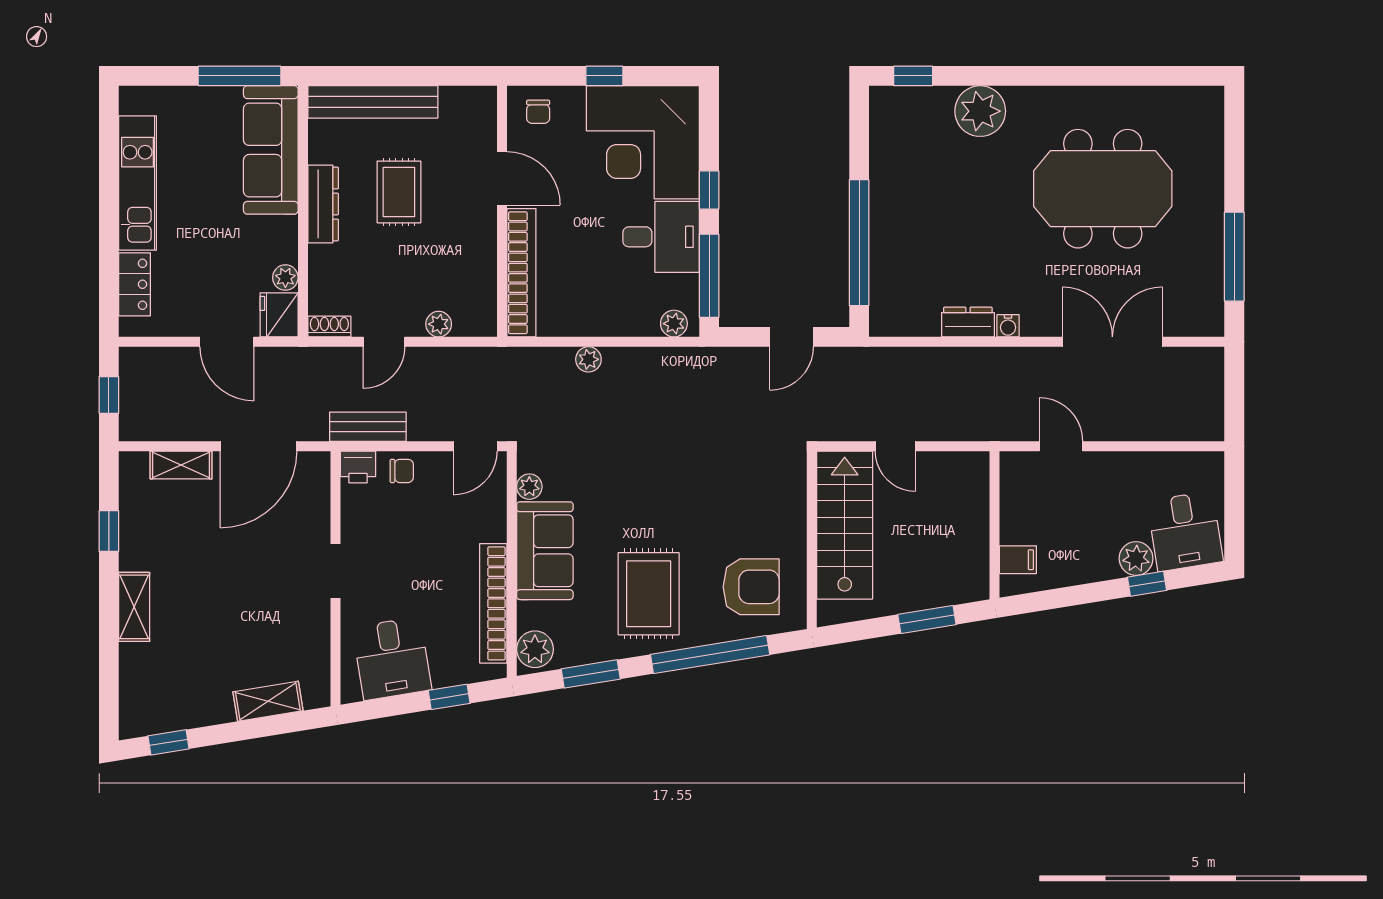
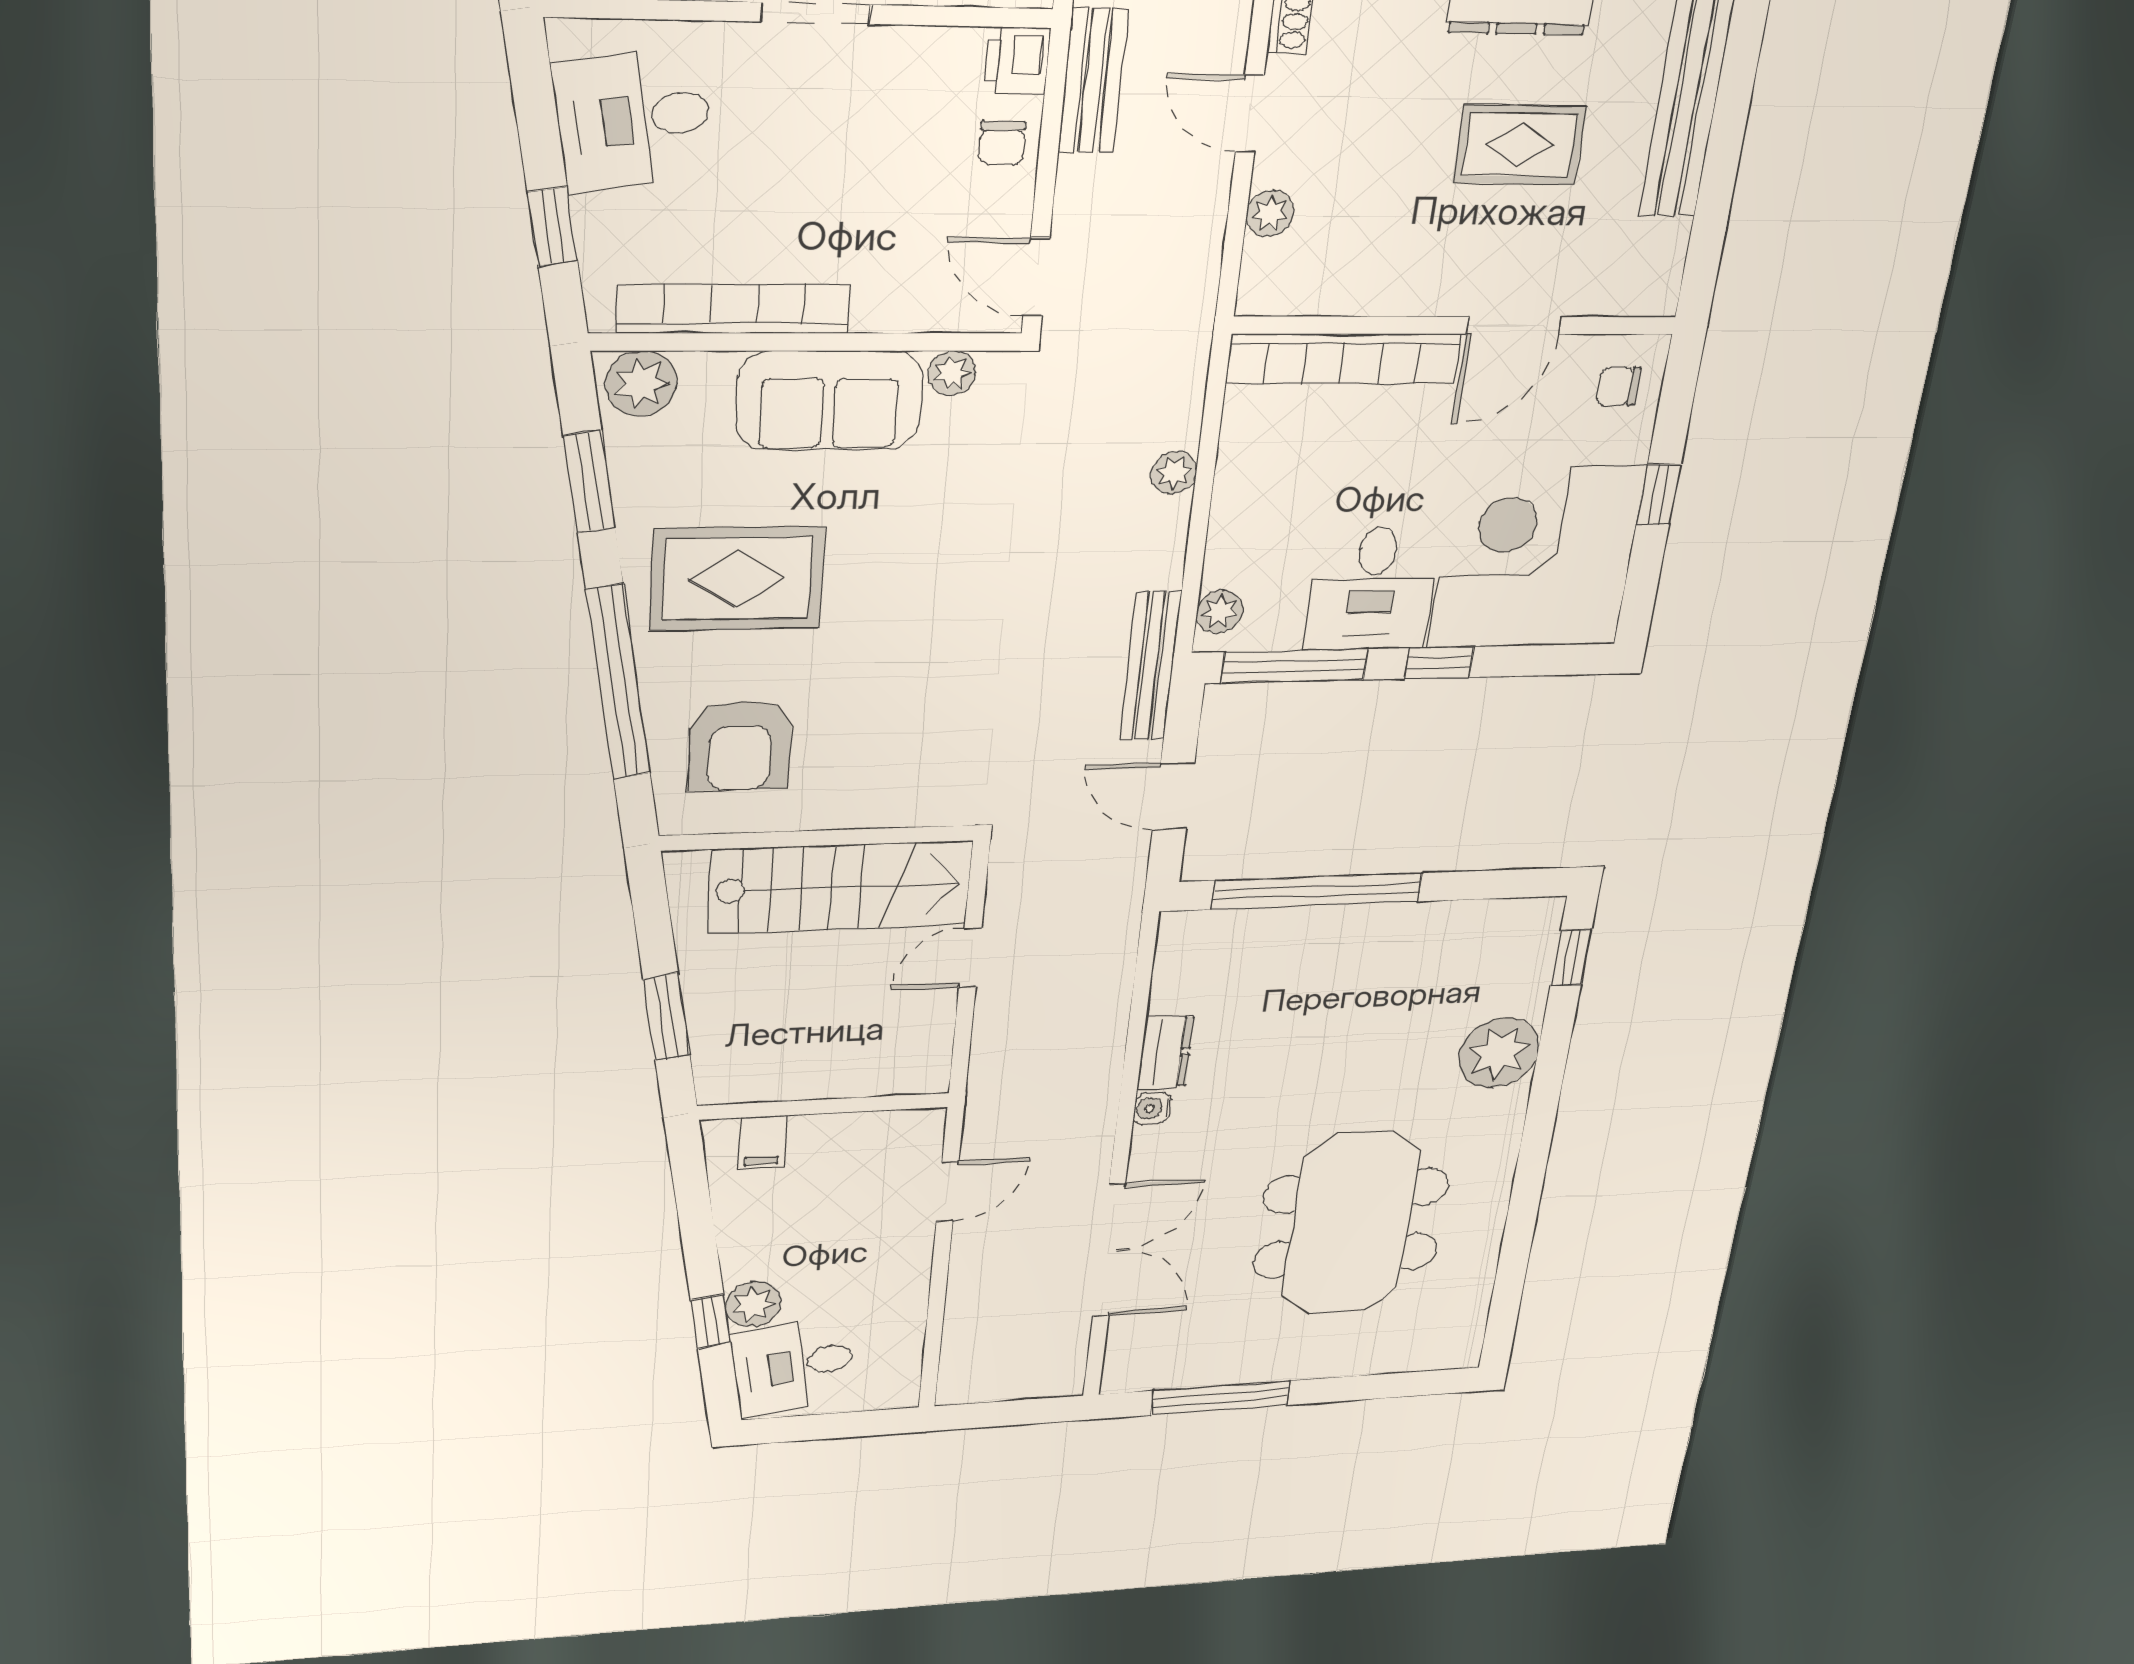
bench: (707, 360) -> (1150, 666), added

